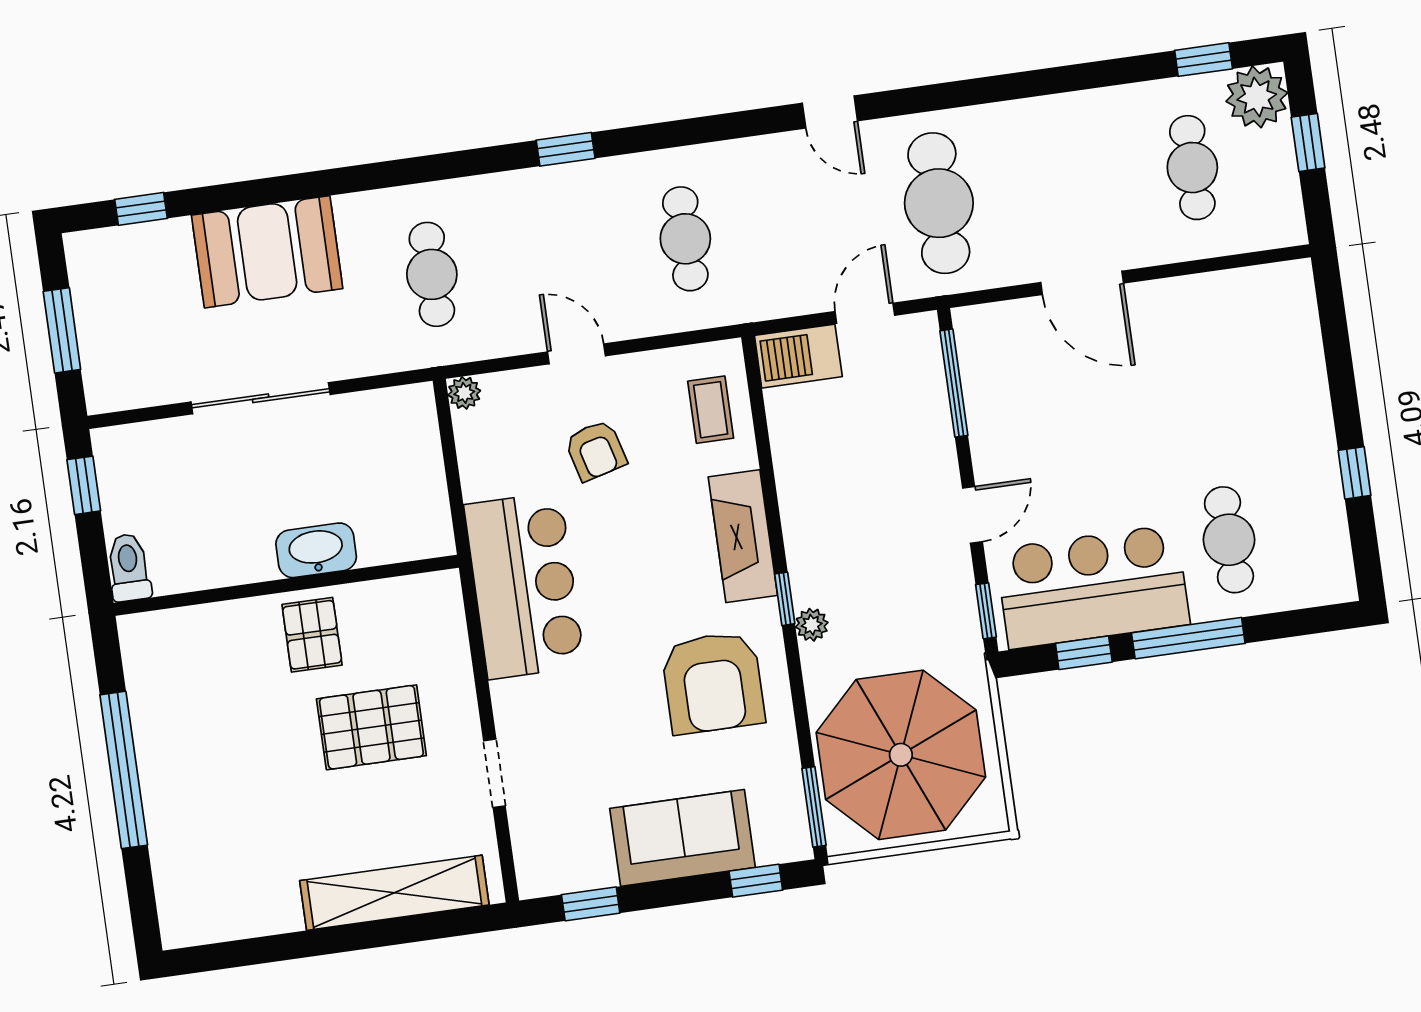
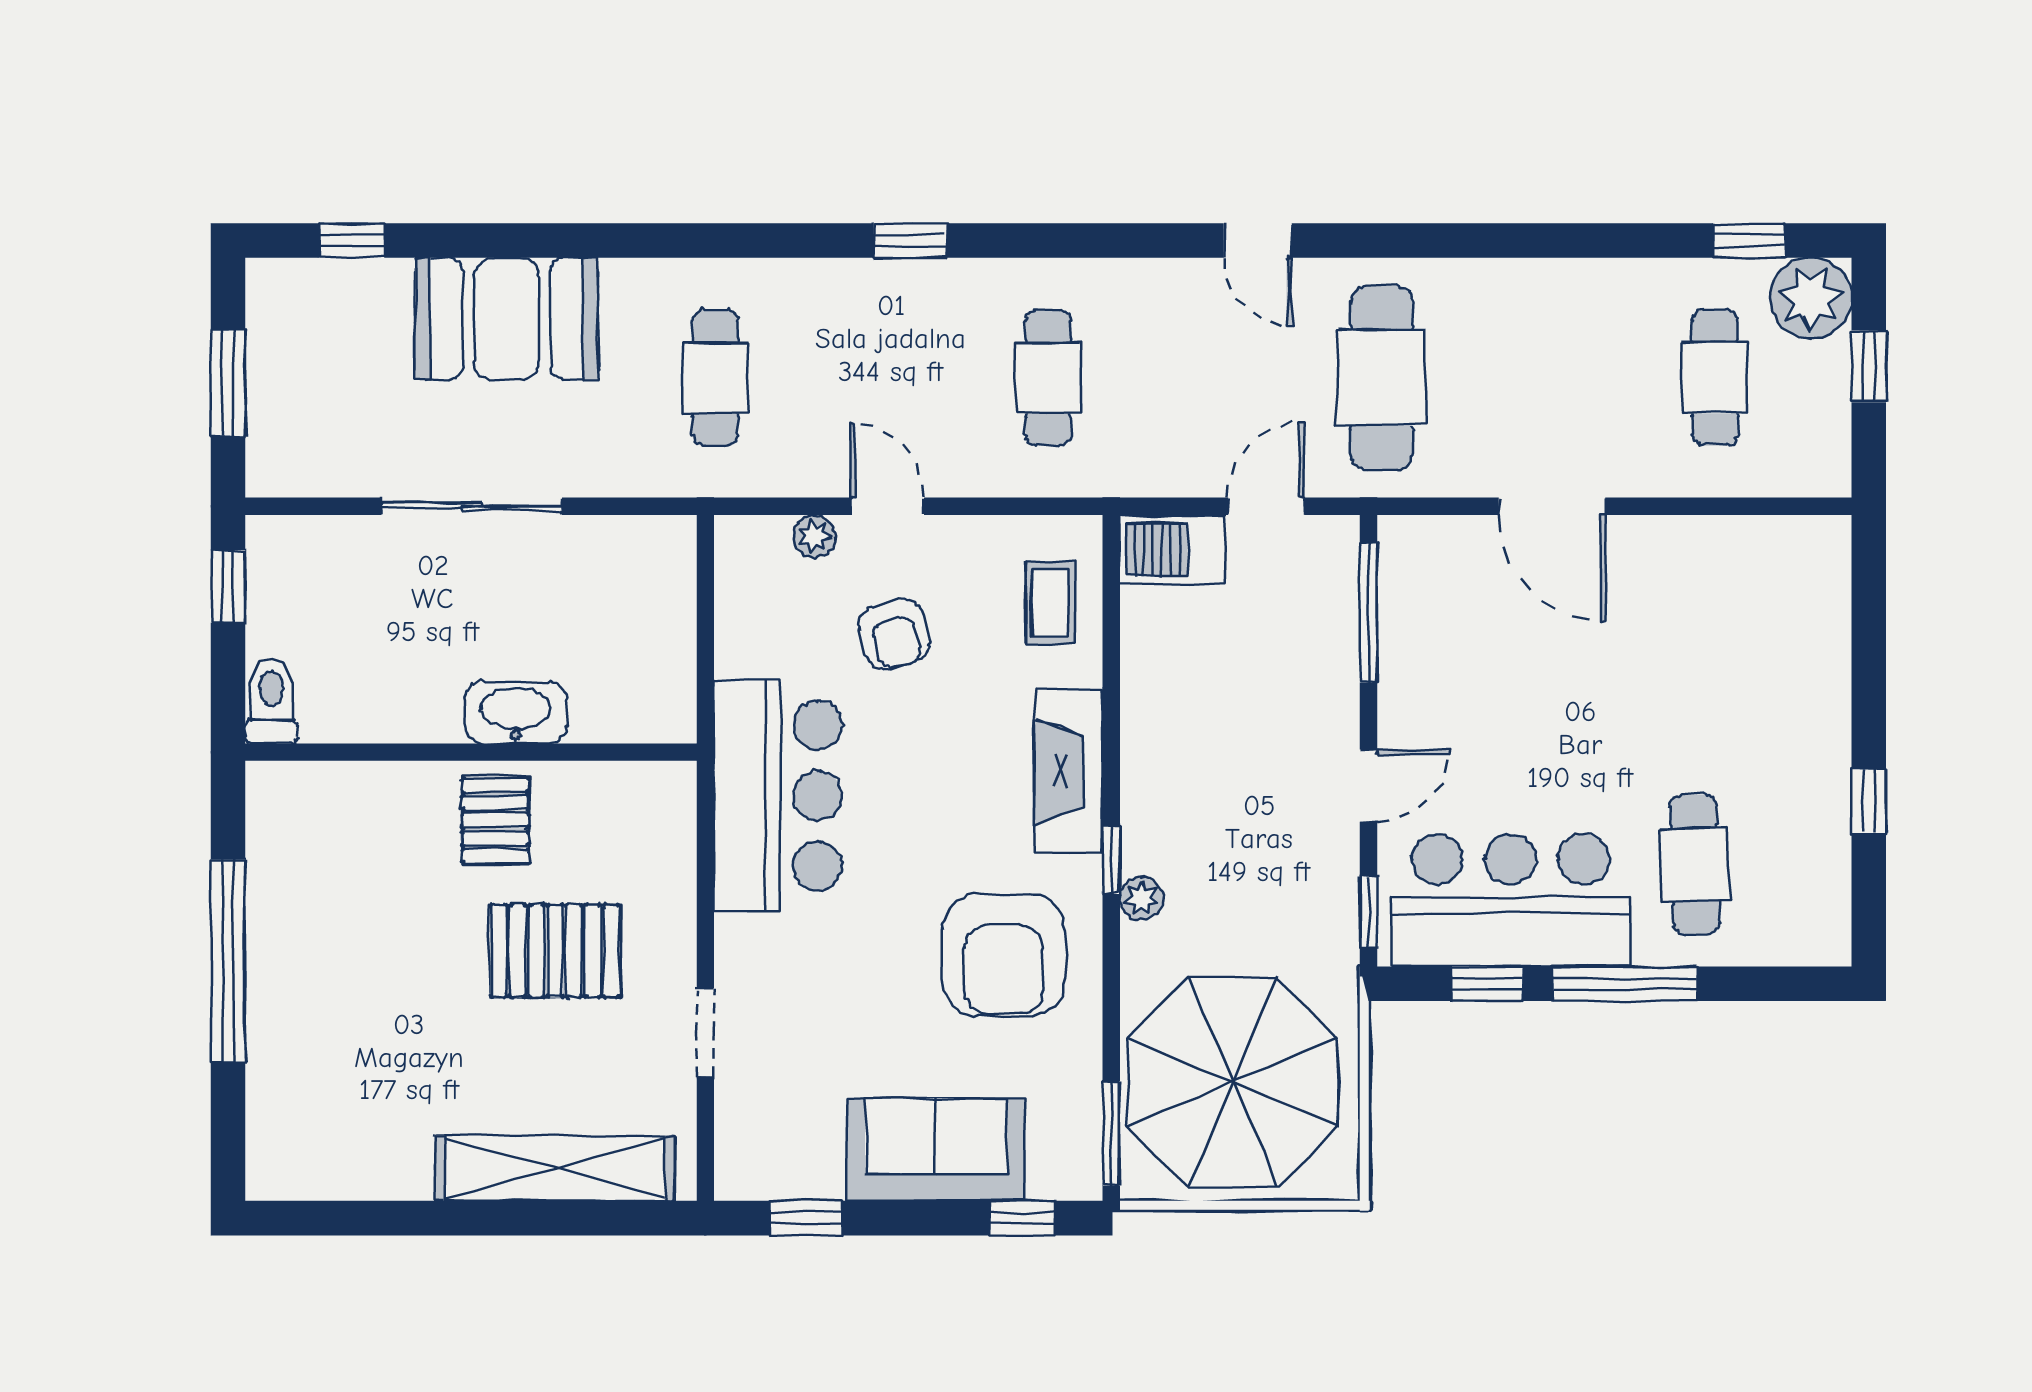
plant: (464, 393) -> (814, 536), moved

